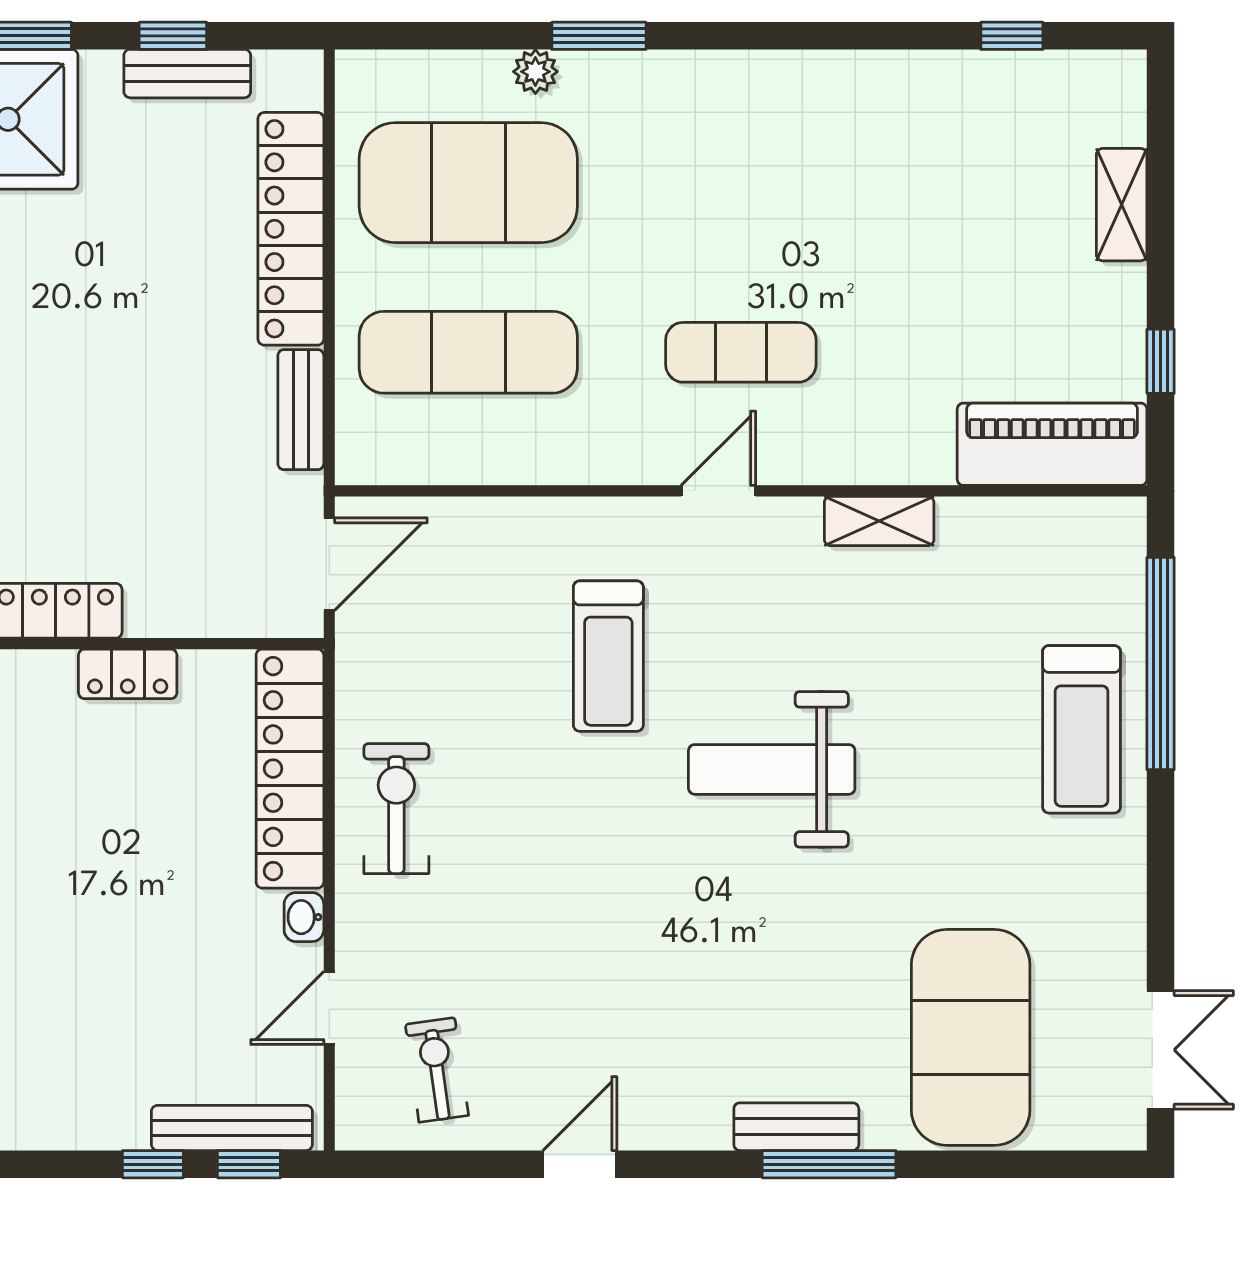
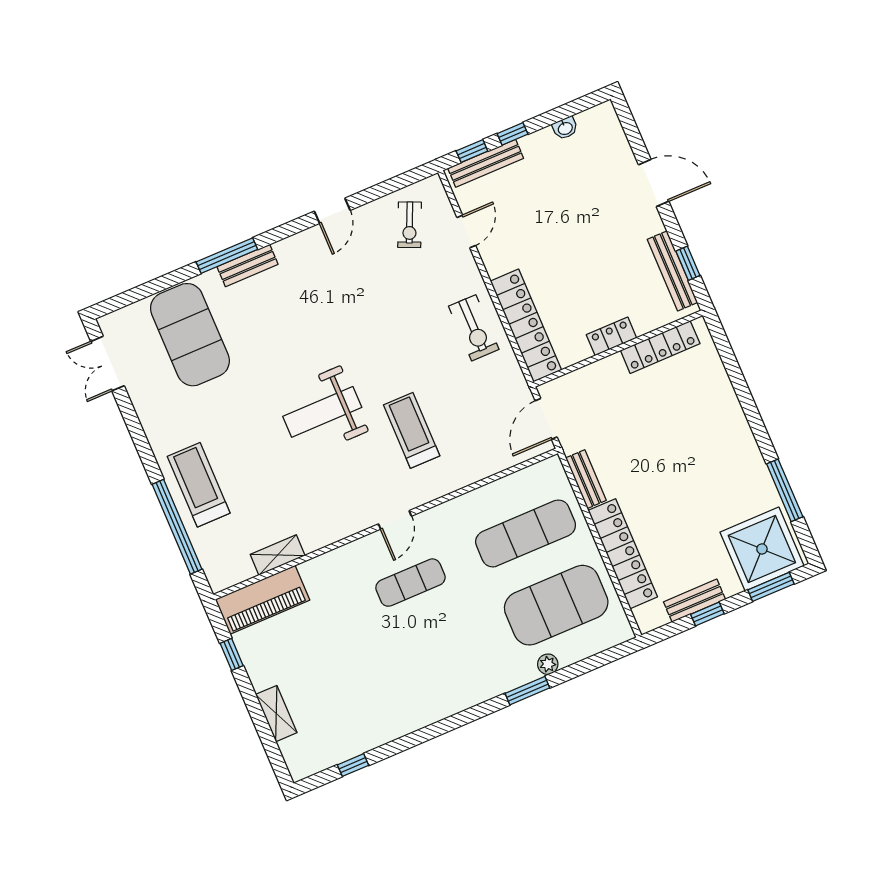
shelving: (879, 521) -> (278, 555), moved
weight bench: (772, 769) -> (322, 412), turned 180
washbasin: (304, 917) -> (565, 128), moved, turned 90
exercise bike: (437, 1070) -> (410, 225), turned 32

